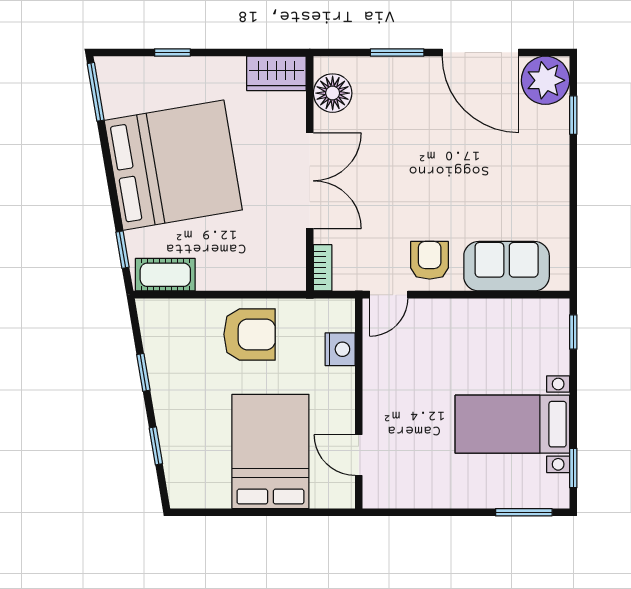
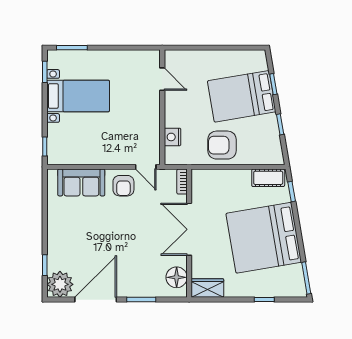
door: (480, 52) -> (96, 300), hinge flipped
door: (389, 295) -> (146, 167), swing flipped
bed: (270, 451) -> (242, 96), moved, turned 80

